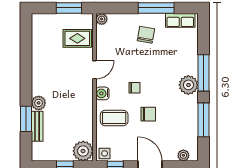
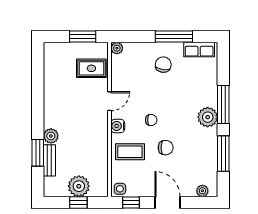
plant: (83, 151) -> (79, 186), moved

